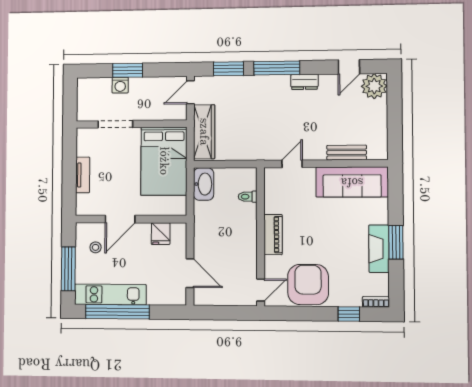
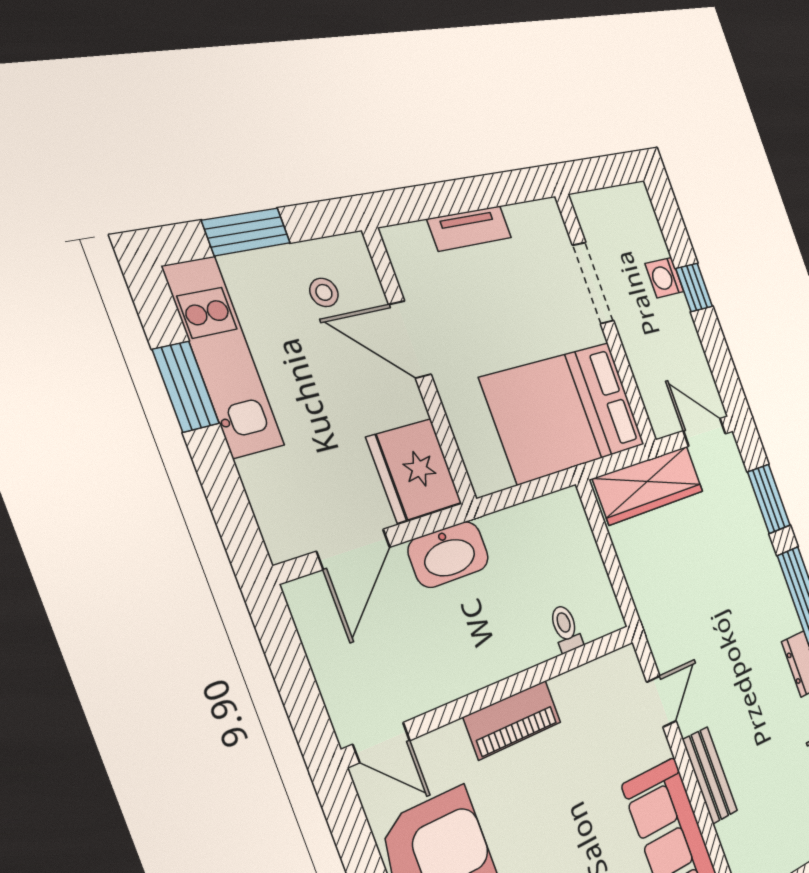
window: (128, 70) -> (694, 287), width x0.67
bench: (347, 153) -> (710, 775), moved
door: (292, 164) -> (661, 702), hinge flipped
washbasin: (204, 184) -> (449, 554), moved
fridge: (161, 234) -> (414, 470), width x1.88, depth x1.34
window: (68, 269) -> (246, 232), width x0.69
window: (117, 312) -> (186, 387), width x0.47

